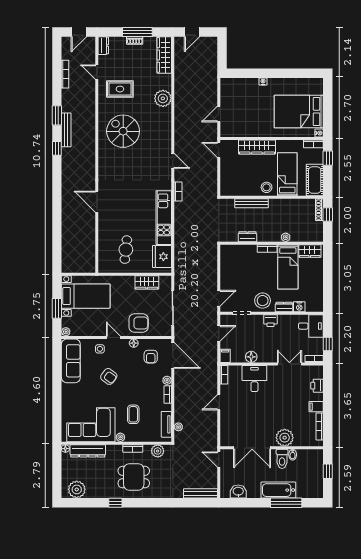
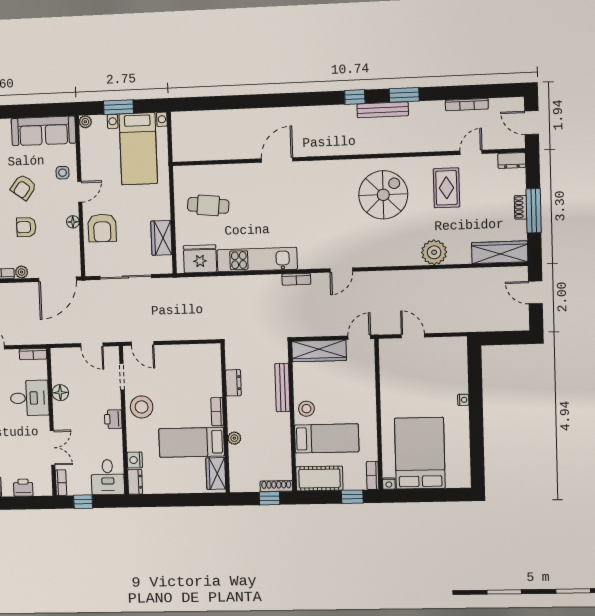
wardrobe: (257, 147) -> (319, 351), moved, turned -90
dresser: (284, 307) -> (135, 482), moved
filing cabinet: (225, 356) -> (60, 355), removed
armchair: (151, 357) -> (26, 227), moved

